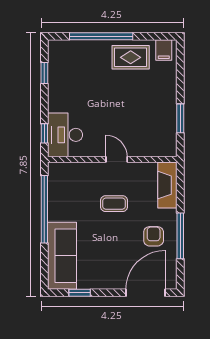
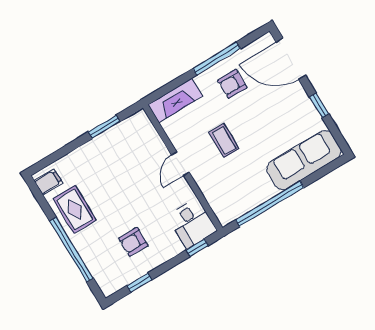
armchair: (78, 87) -> (133, 242), added
desk: (65, 135) -> (192, 224), width x0.73
window: (80, 293) -> (319, 105), moved

